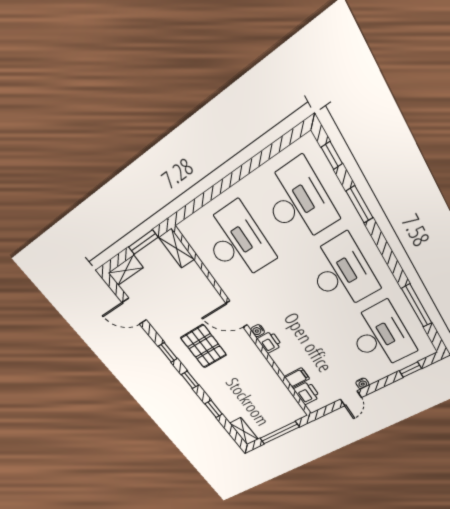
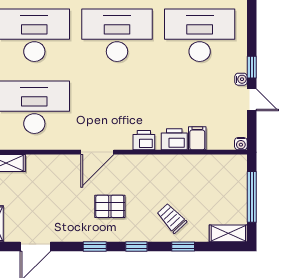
water cooler: (258, 331) -> (241, 144), moved
pallet: (204, 346) -> (110, 206), width x0.67, depth x0.71
window: (410, 370) -> (252, 67), moved
trolley: (227, 392) -> (172, 218), added
printer: (307, 393) -> (174, 139), moved

